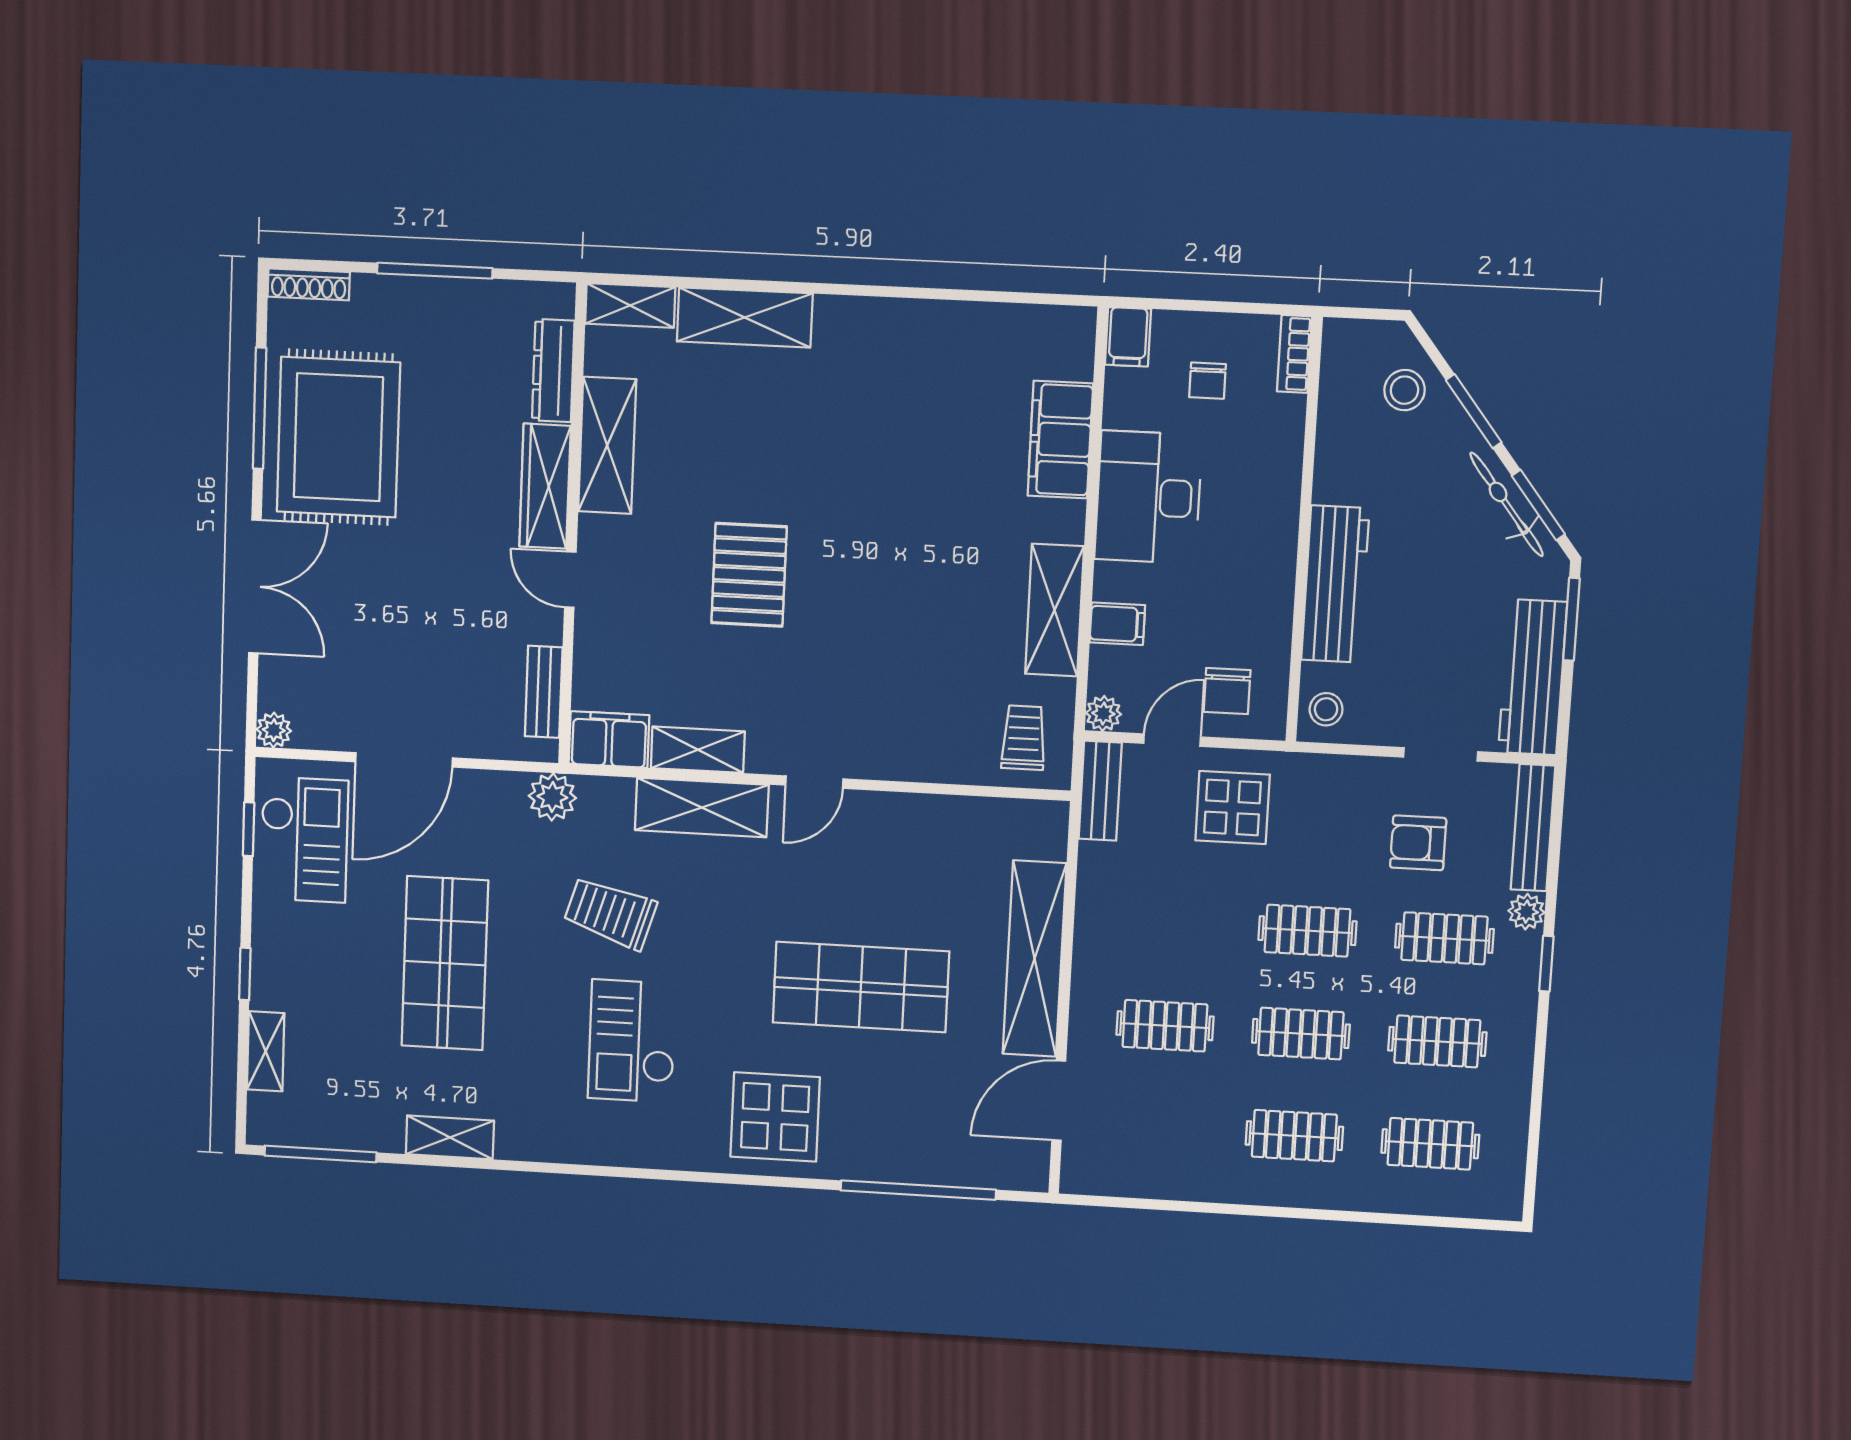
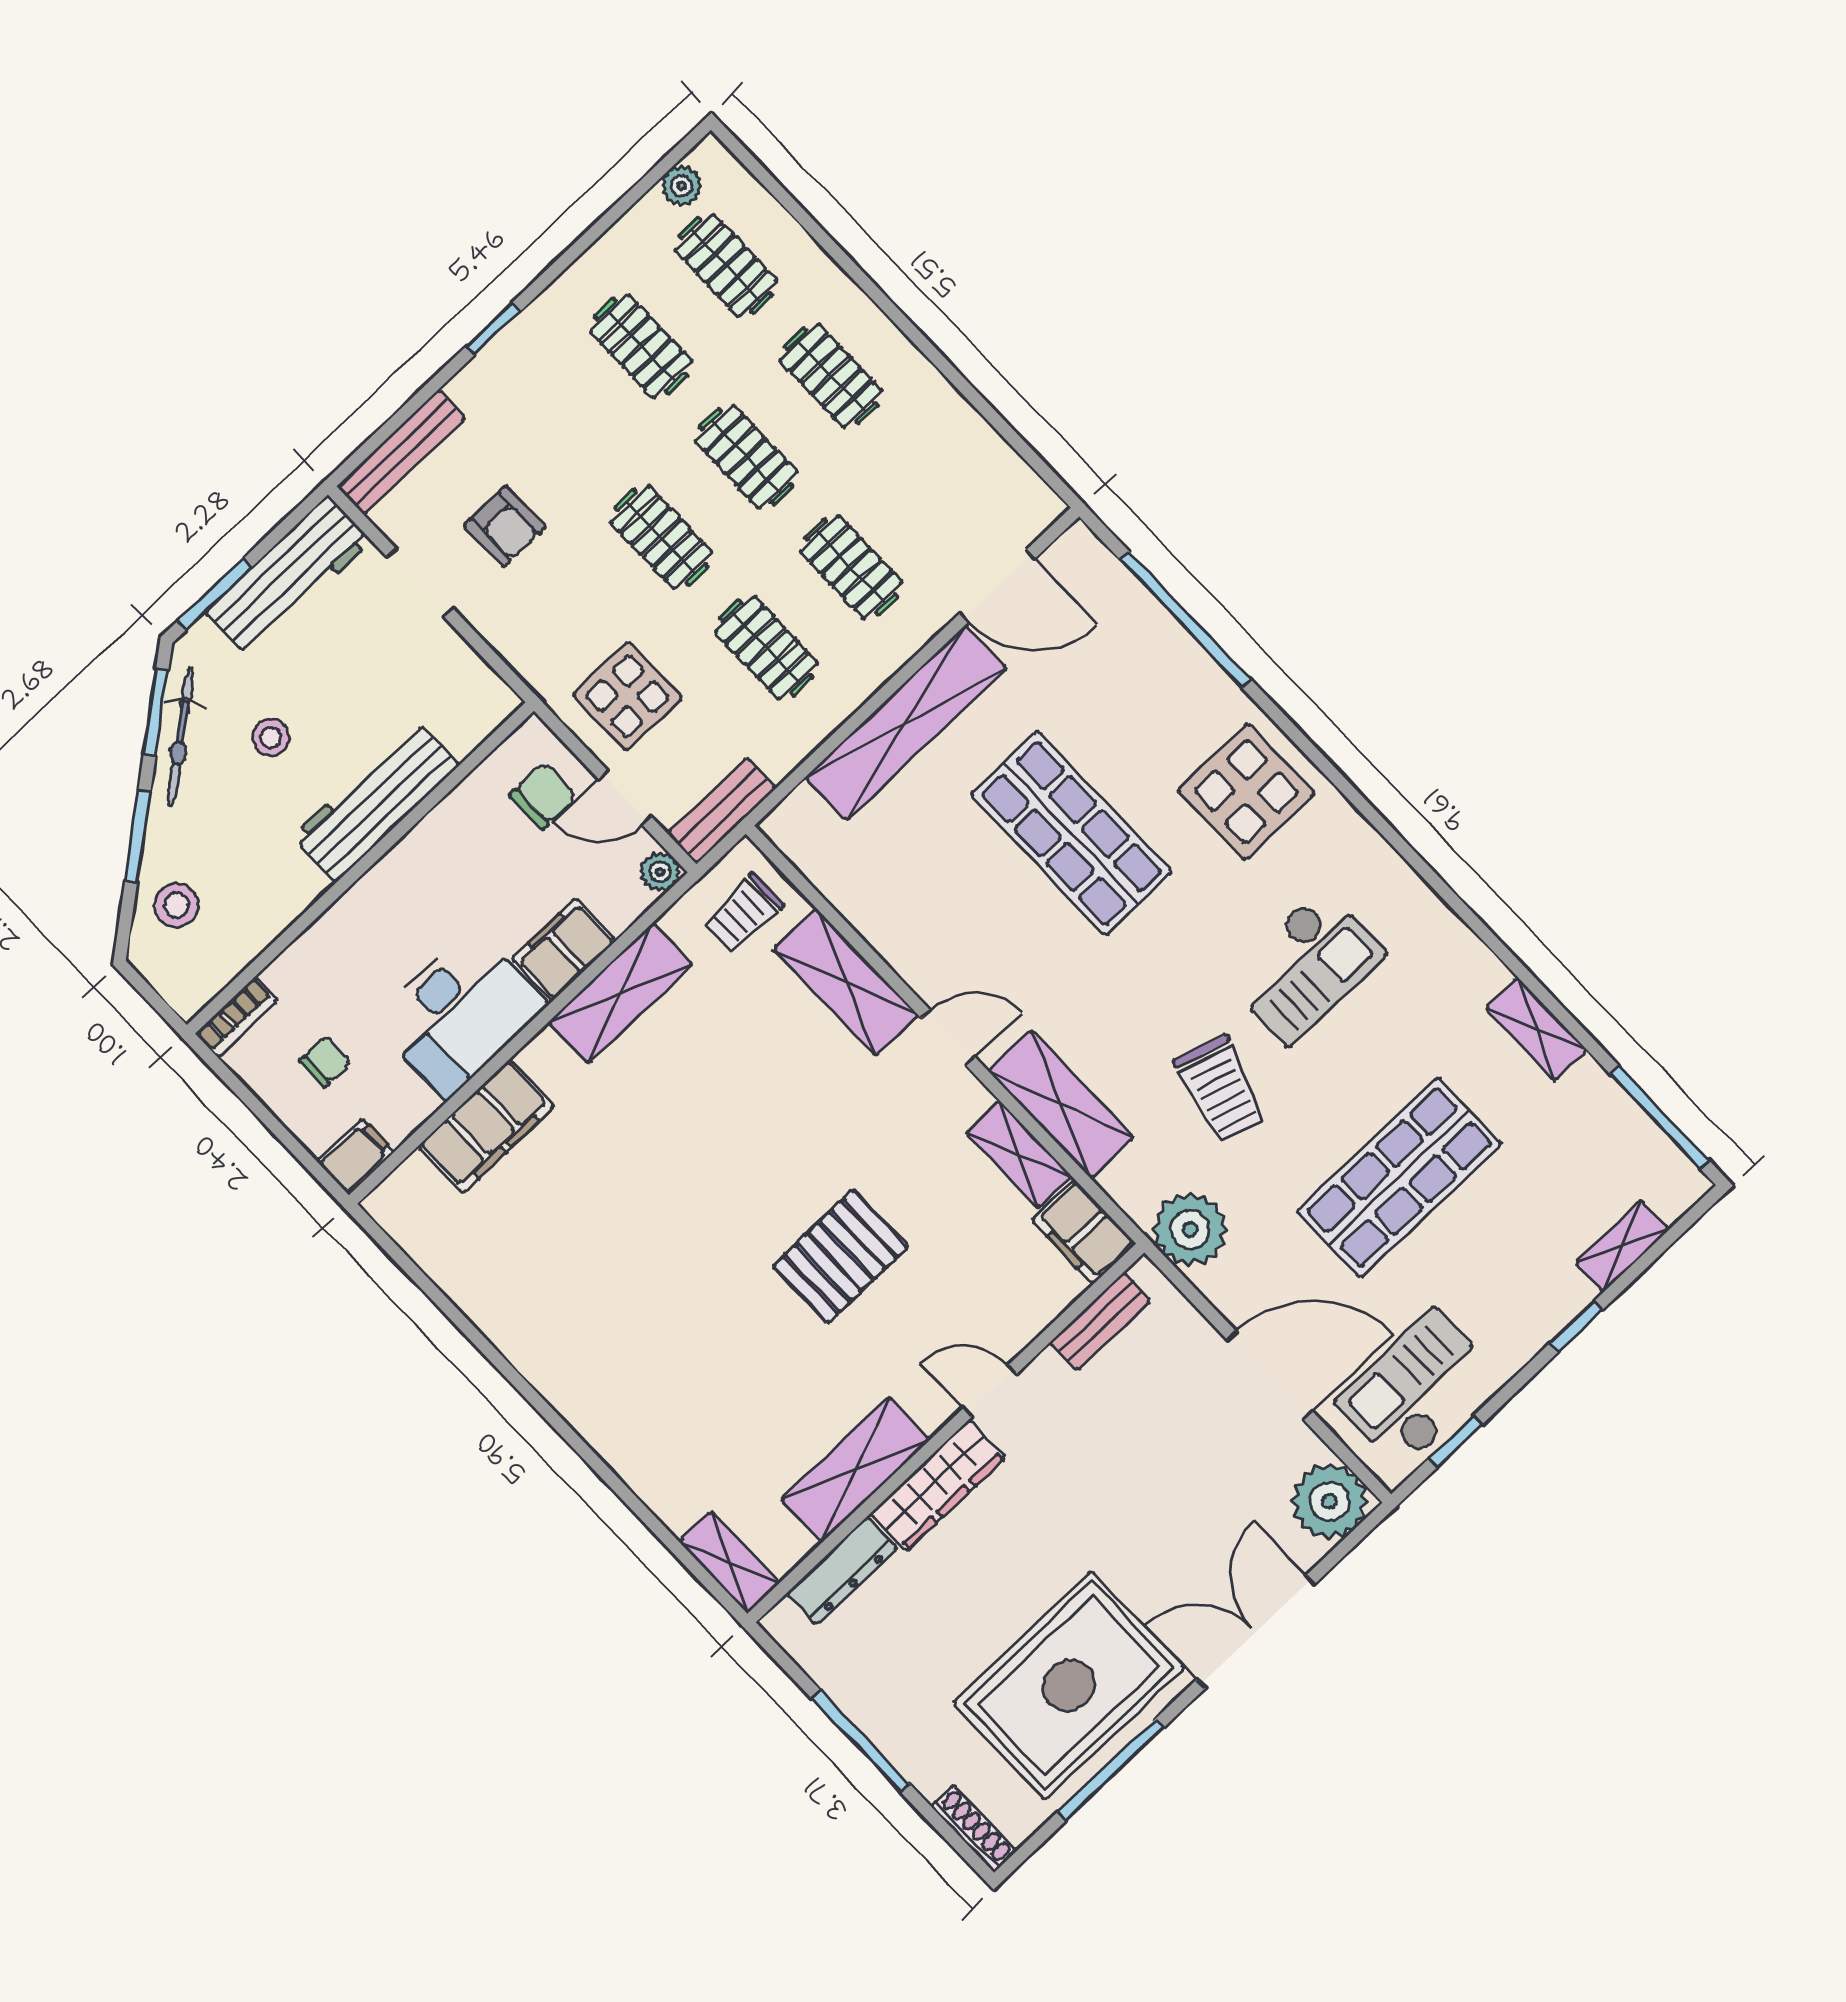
shelving: (745, 317) -> (846, 982), moved
door: (570, 580) -> (990, 1391), swing flipped
filing cabinet: (1117, 624) -> (564, 950), width x2.00
stool: (1326, 709) -> (271, 737), moved
plant: (274, 730) -> (1330, 1501), width x1.87, depth x1.87
plant: (552, 797) -> (1190, 1230), width x1.36, depth x1.36
plant: (1526, 912) -> (681, 186), moved
clothes rail: (1444, 938) -> (766, 648), moved

